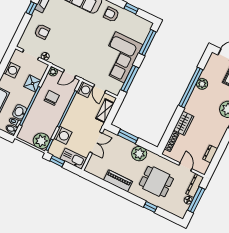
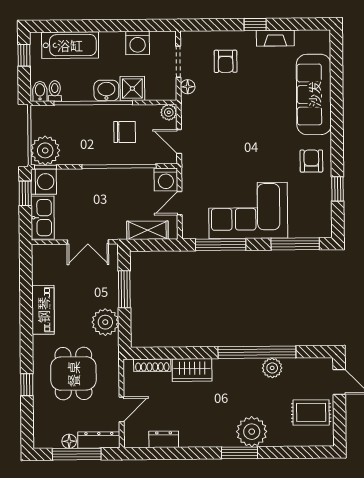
washbasin: (20, 112) -> (106, 91), moved
washing machine: (63, 135) -> (44, 182), moved, turned -90

